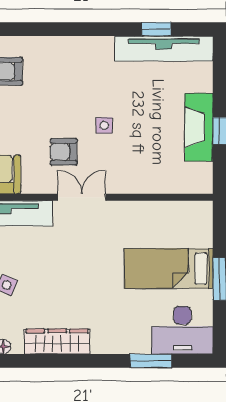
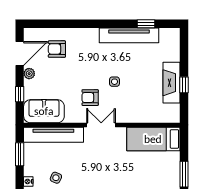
tv unit: (164, 49) -> (129, 35), moved
bed: (169, 269) -> (153, 139), moved

